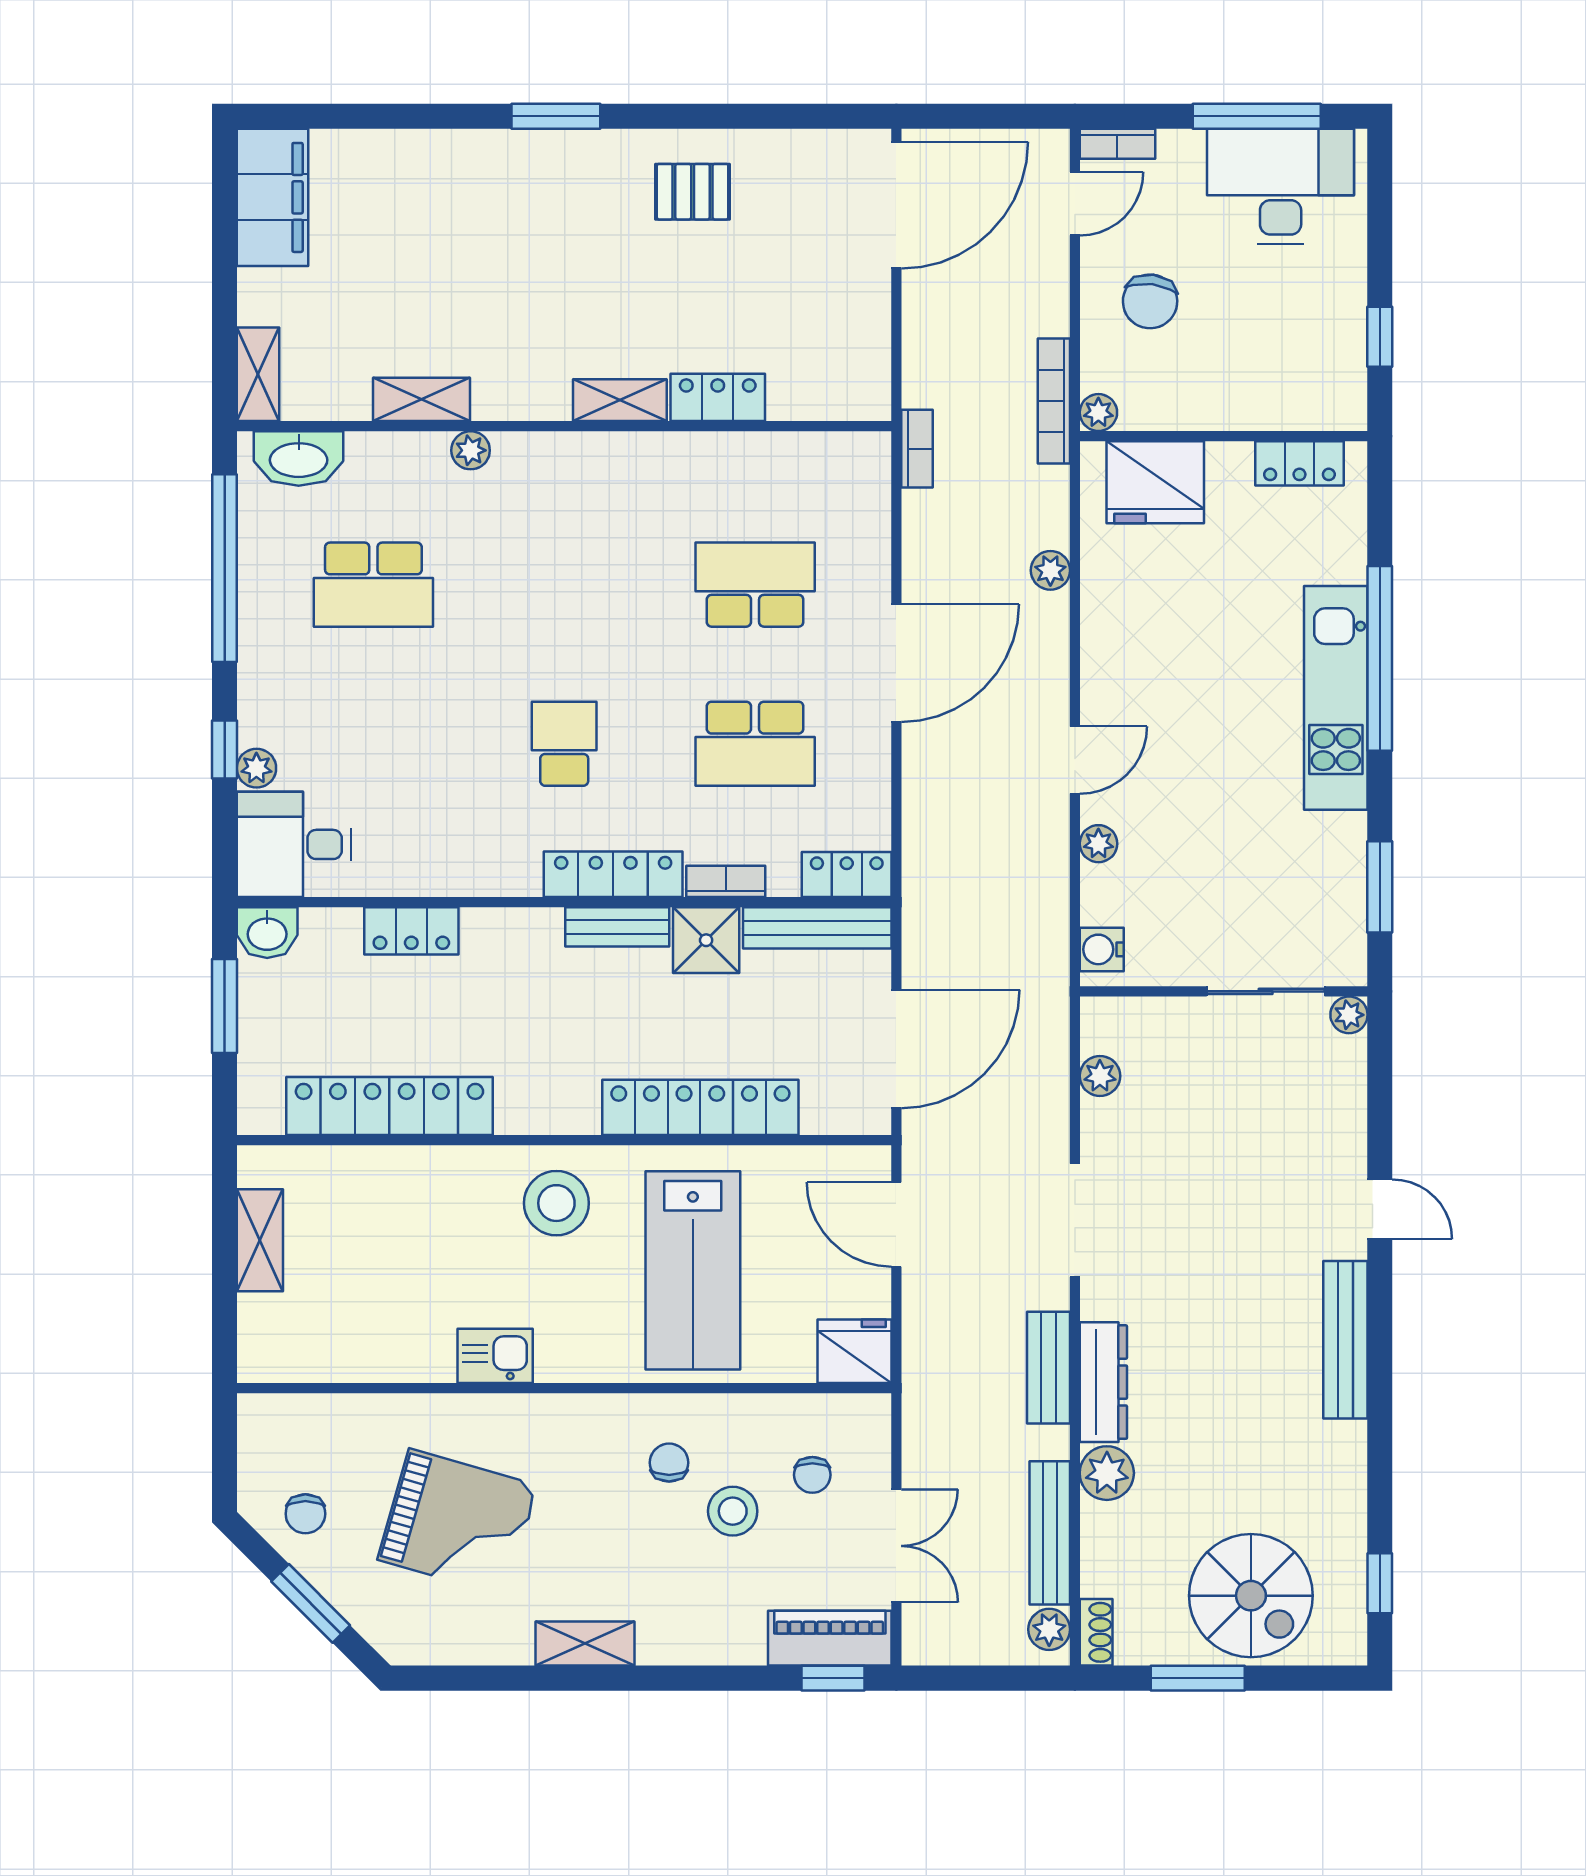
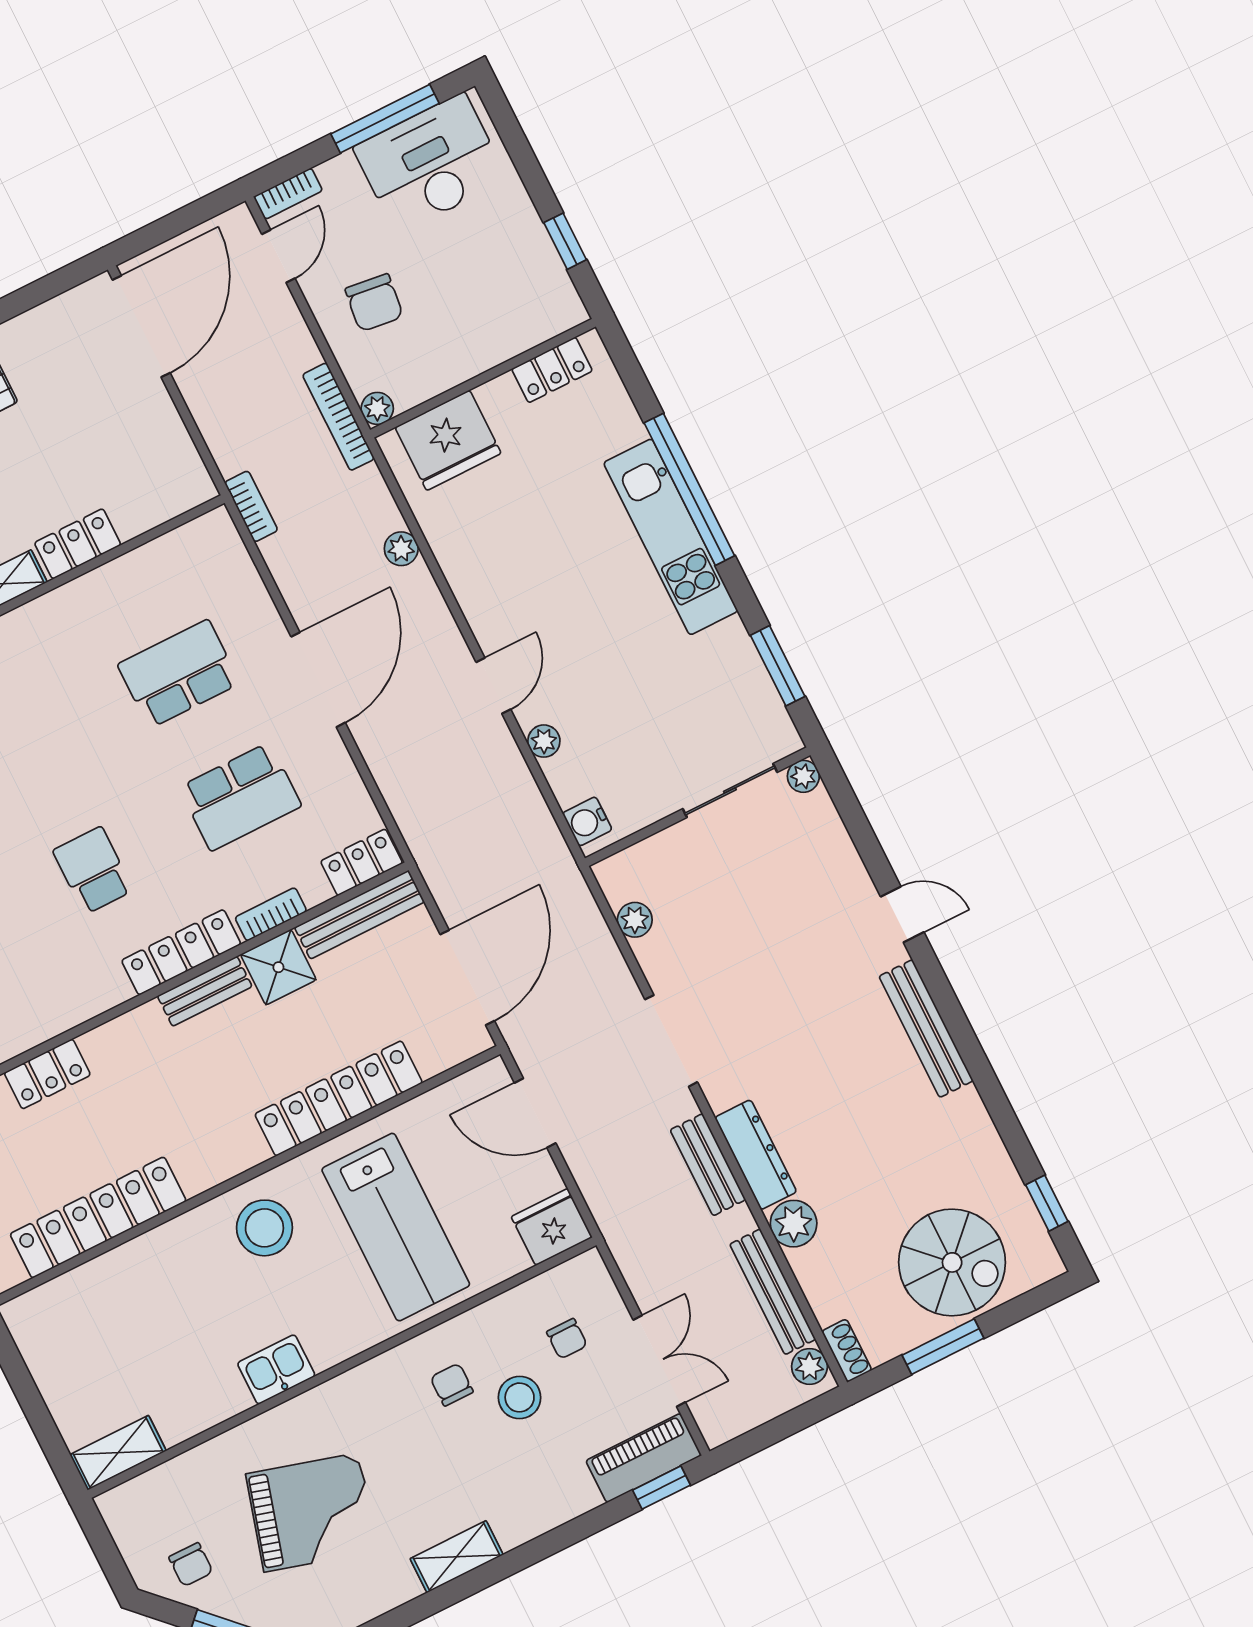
shelving: (260, 1240) -> (118, 1453), moved, turned 90

